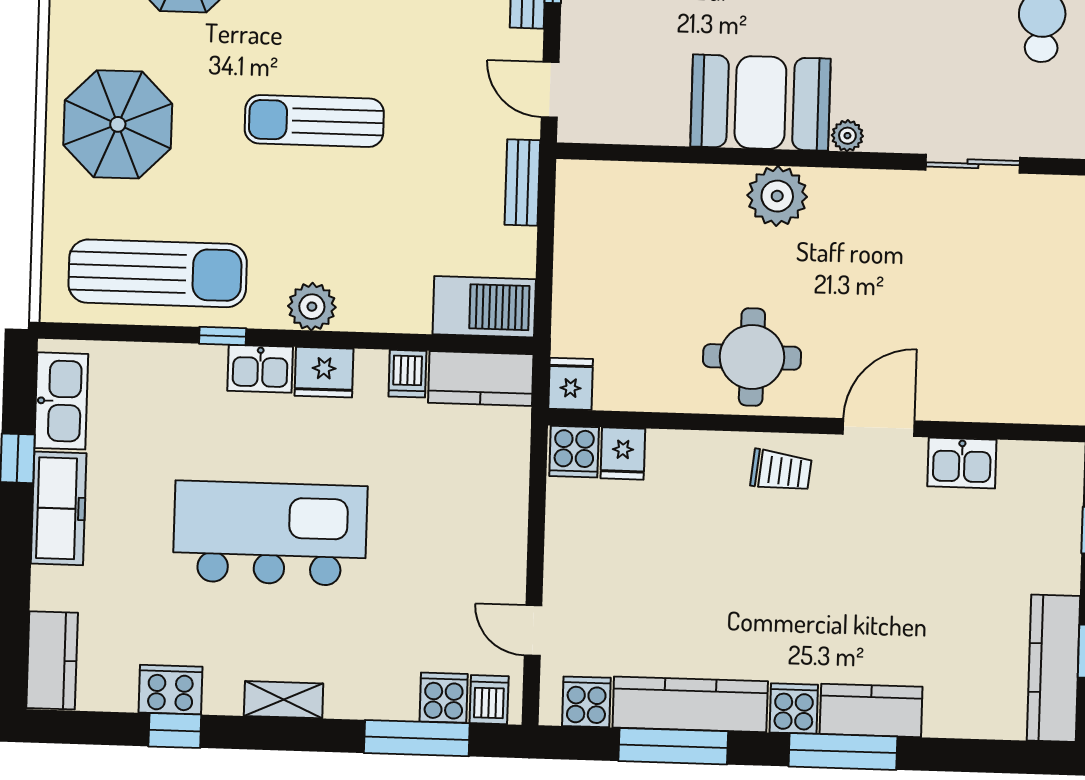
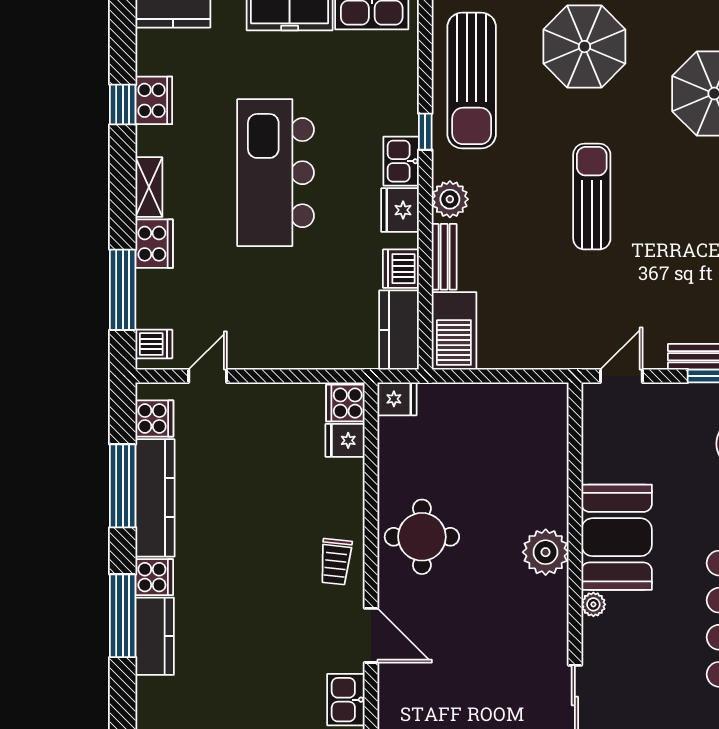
bench: (522, 182) -> (444, 257), moved, turned 90
dishwasher: (407, 374) -> (401, 269), width x1.38
kitchen island: (270, 533) -> (276, 173), turned 180
cooker: (444, 698) -> (154, 244), moved, width x1.36

